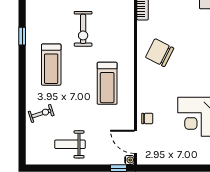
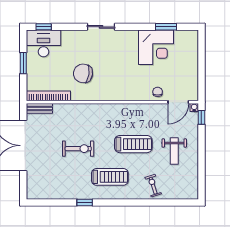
chair: (160, 53) -> (83, 73), moved, turned 71
treadmill: (107, 83) -> (133, 144), moved
weight bench: (70, 144) -> (174, 151), moved

